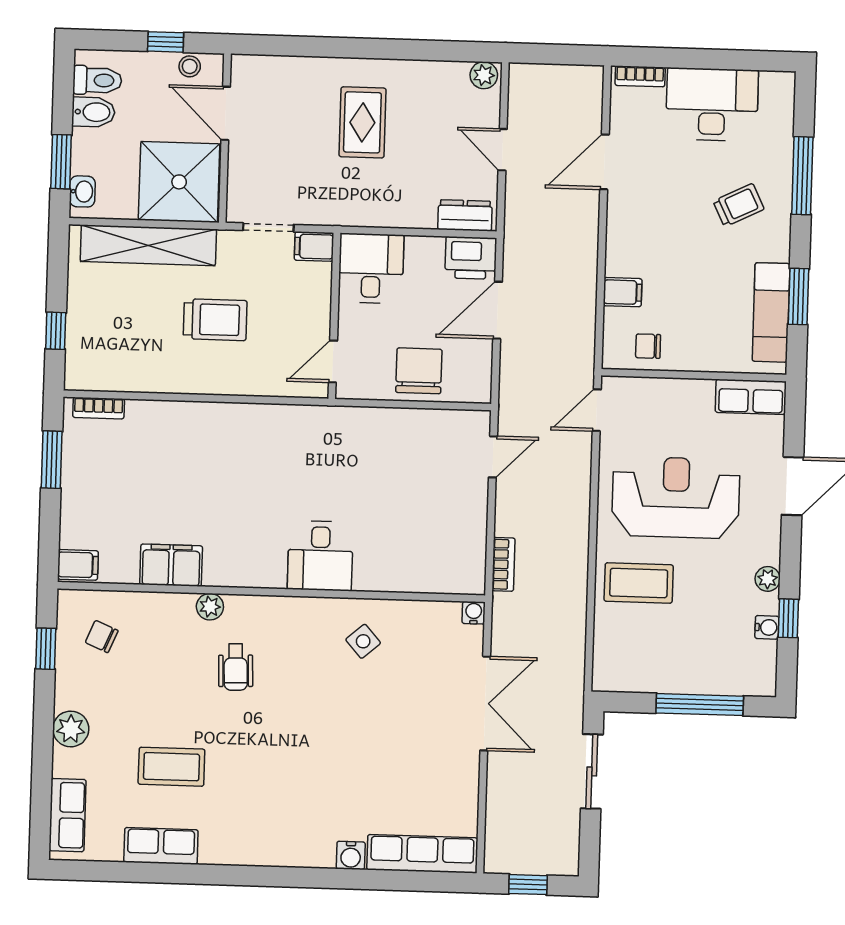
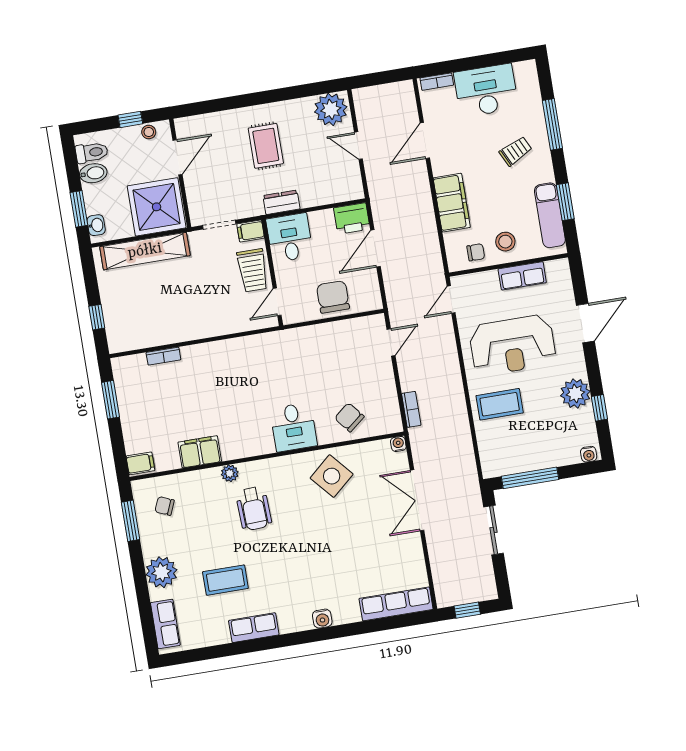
plant: (484, 75) -> (331, 109), width x1.87, depth x1.87
door: (226, 113) -> (178, 157), swing flipped
dresser: (465, 215) -> (281, 202), moved
filing cabinet: (623, 292) -> (452, 203), width x3.00, depth x1.17
trolley: (215, 320) -> (253, 270), moved, turned 90
stool: (696, 339) -> (505, 242), added
chair: (648, 346) -> (476, 252), turned 180
row of seats: (751, 397) -> (522, 276), moved
bookcase: (99, 408) -> (163, 356), moved
reception desk: (676, 497) -> (513, 345), turned 180
chair: (408, 558) -> (349, 417), added
plant: (768, 579) -> (575, 394), width x1.88, depth x1.88
water cooler: (767, 627) -> (589, 454), moved, turned 90
side table: (363, 641) -> (332, 476), width x1.87, depth x1.87
window: (46, 649) -> (131, 521), width x1.50
wheelchair: (236, 667) -> (254, 509), width x1.36, depth x1.37
double door: (485, 703) -> (417, 500), swing flipped
window: (700, 705) -> (530, 478), moved
plant: (71, 729) -> (161, 572), width x1.36, depth x1.36
row of seats: (161, 846) -> (254, 628), moved
water cooler: (351, 855) -> (322, 619), moved

